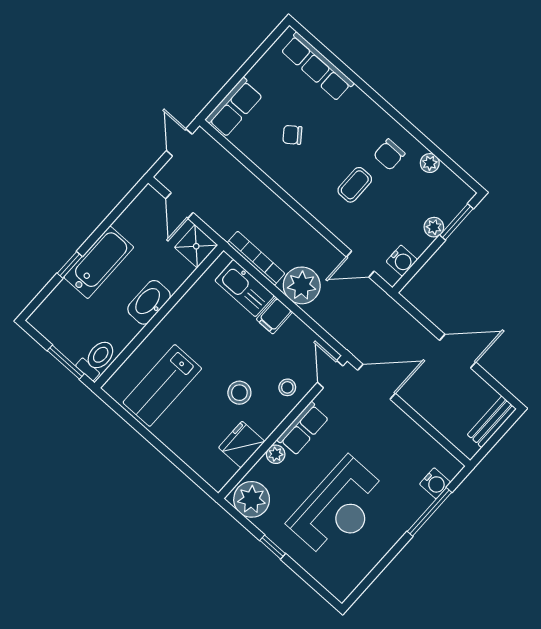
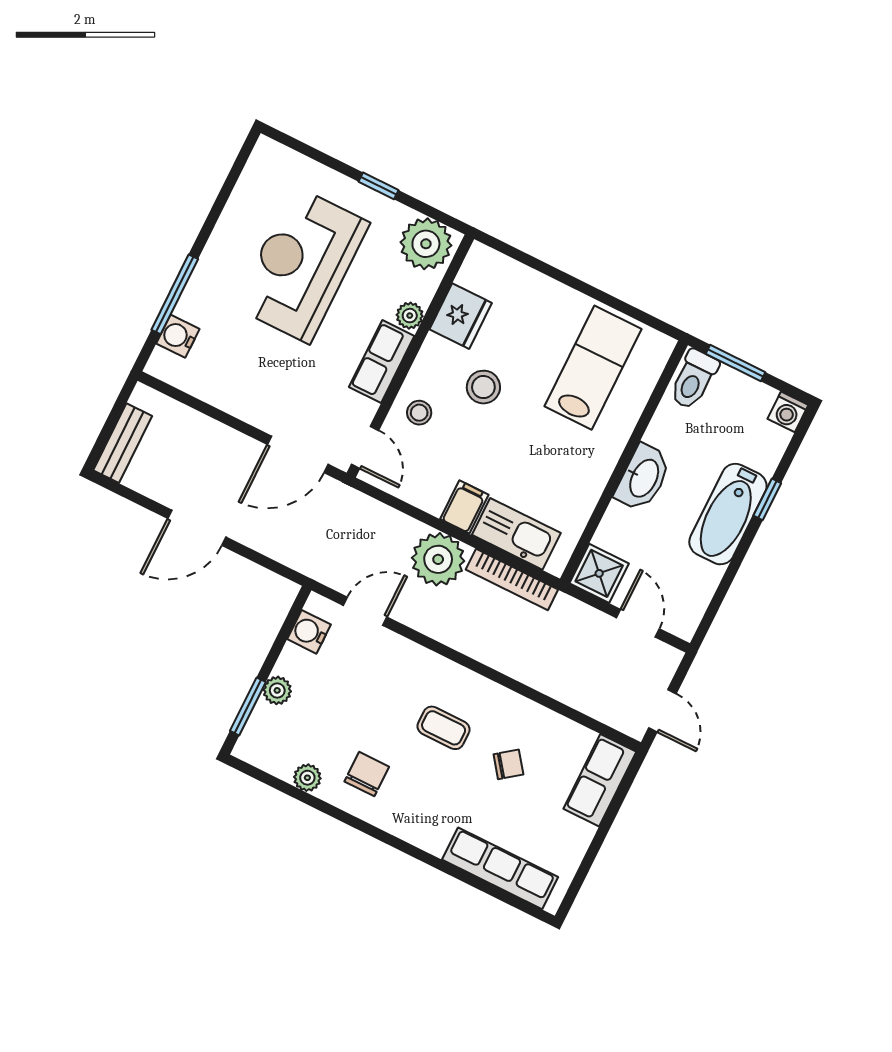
coffee table: (355, 185) -> (444, 728), moved, turned 90
washing machine: (40, 320) -> (788, 412), added

